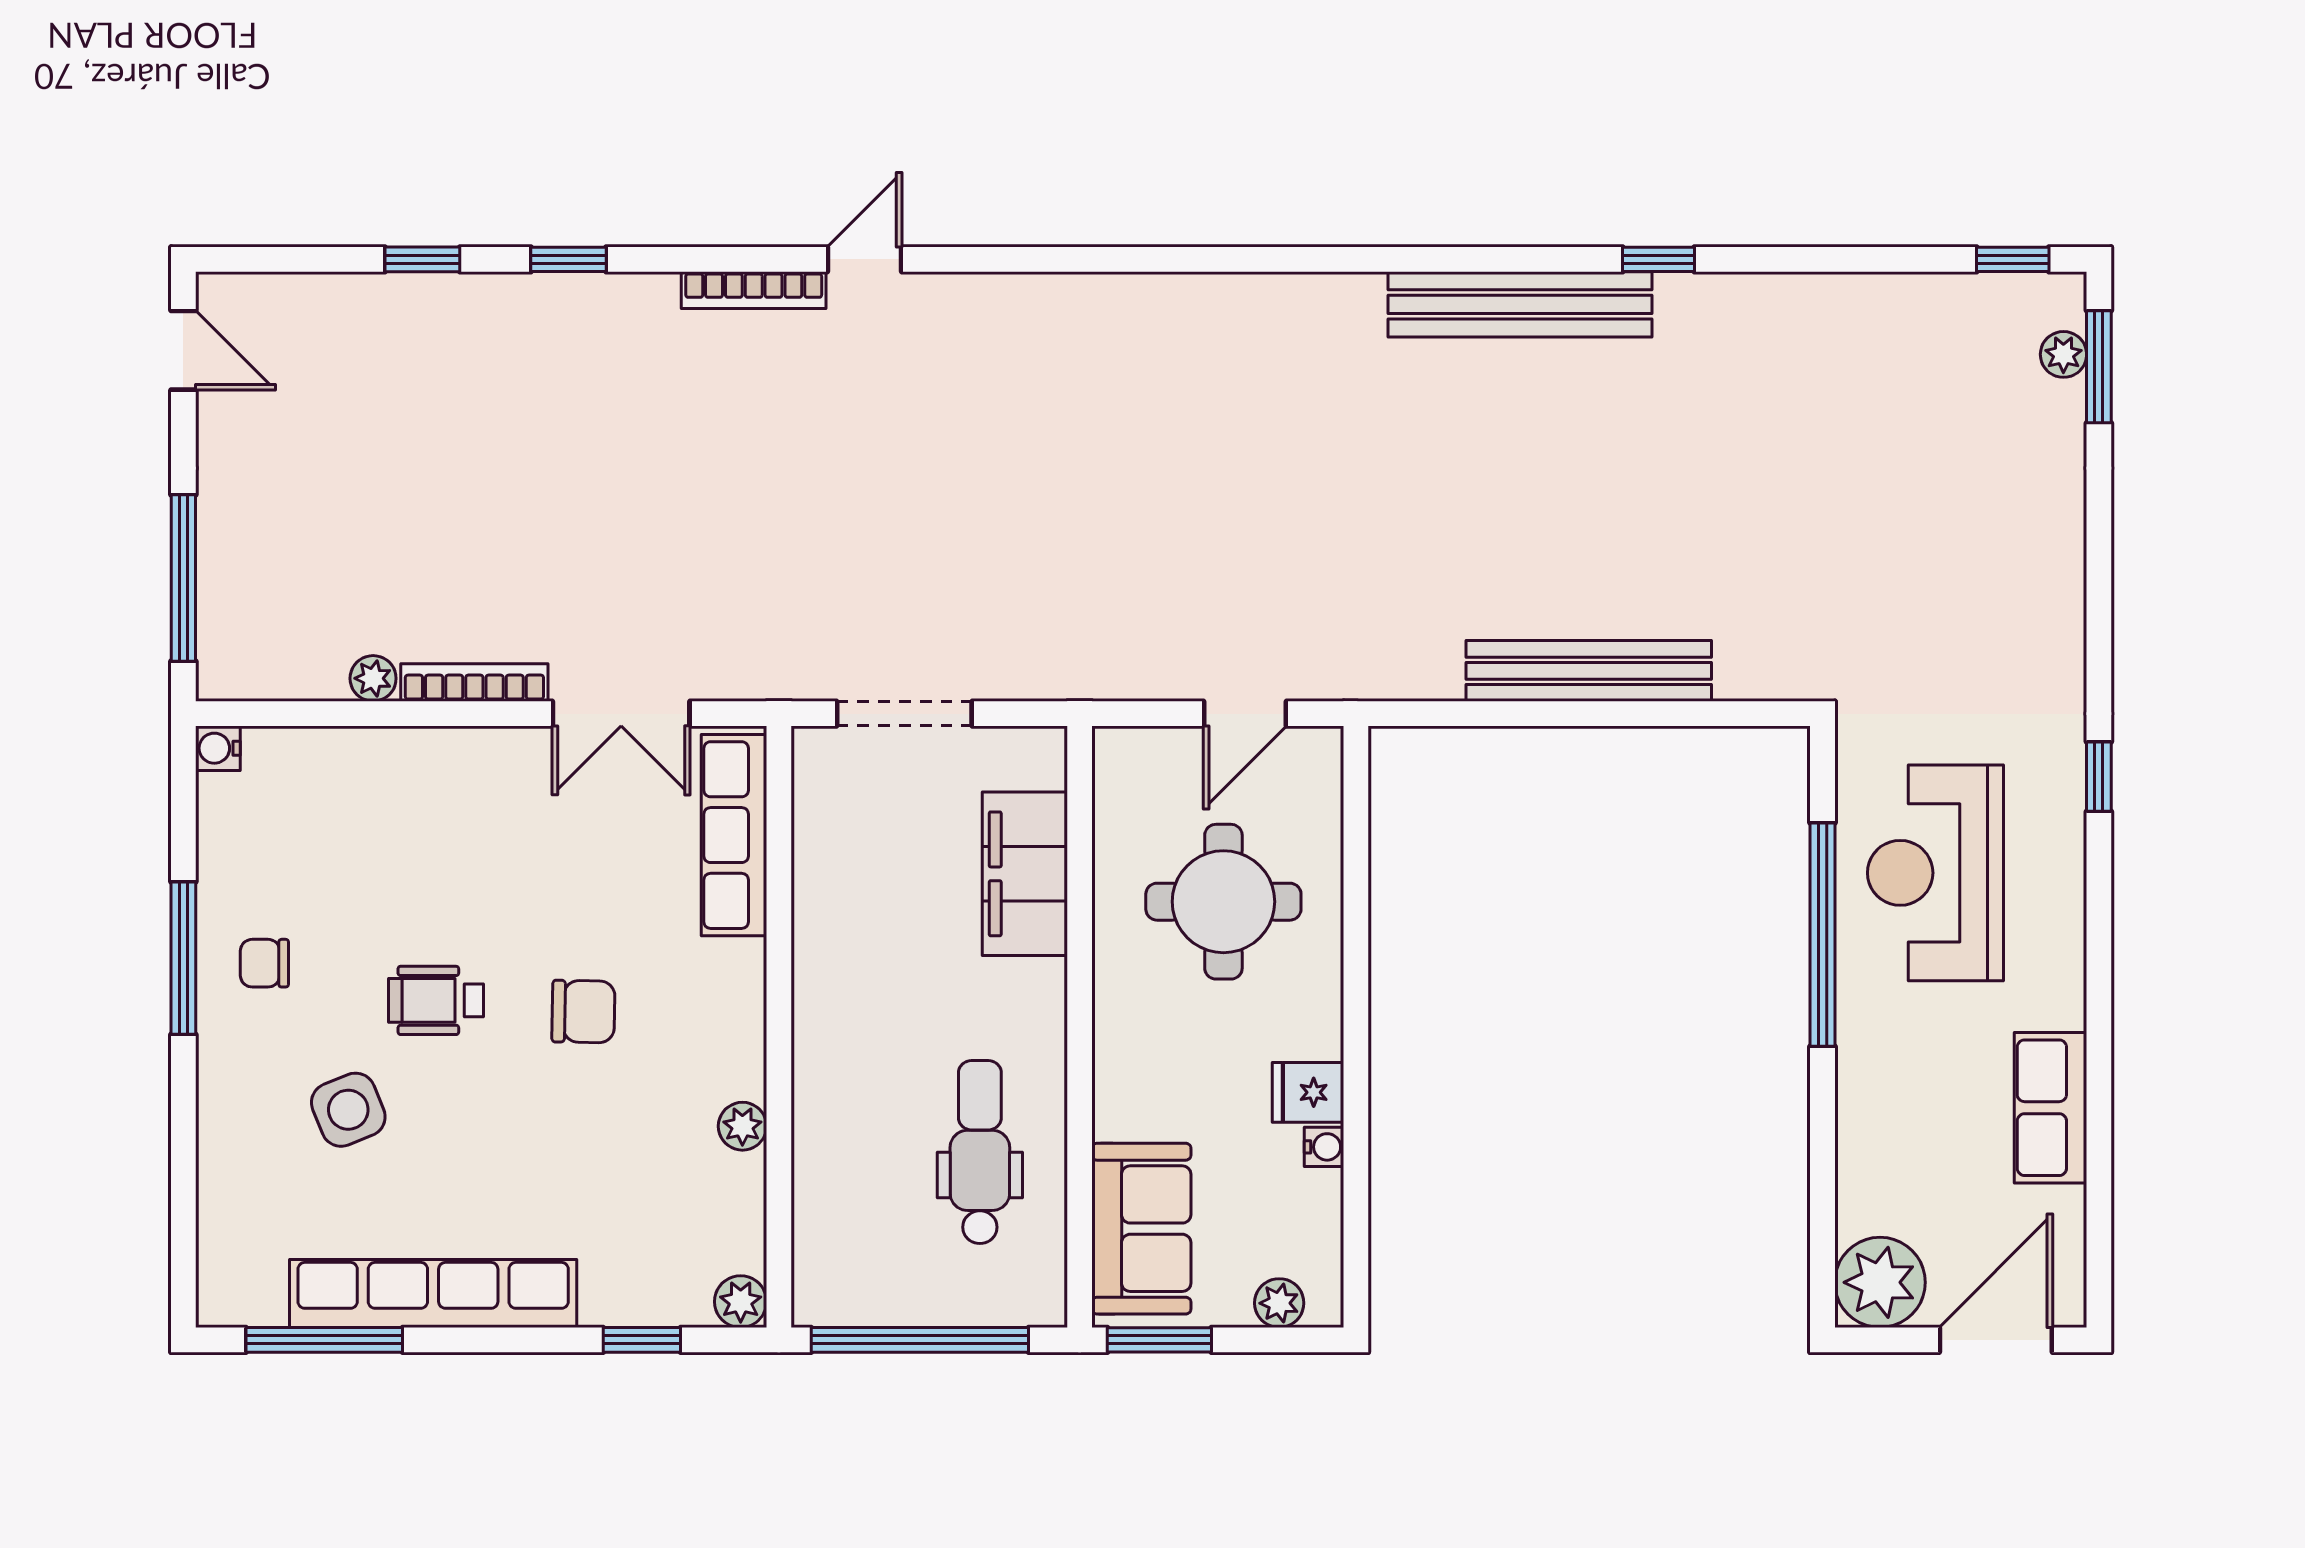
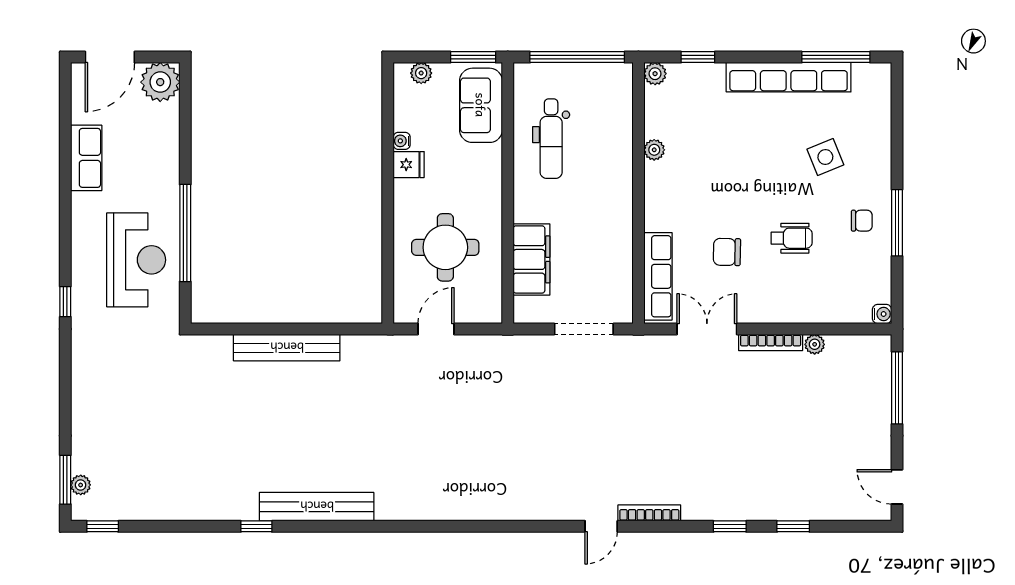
wheelchair: (436, 1000) -> (792, 238), moved
chair: (583, 1012) -> (727, 252), moved

